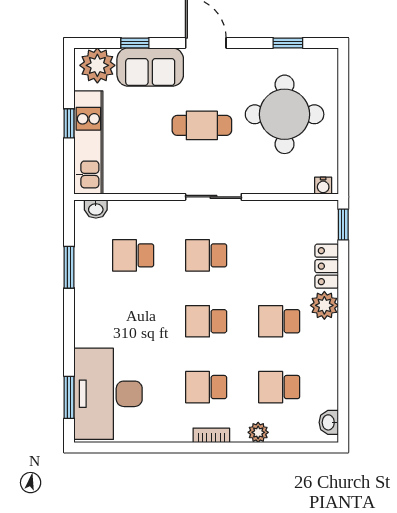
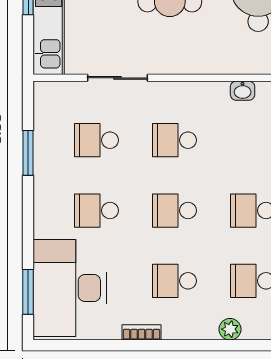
sliding door: (213, 197) -> (118, 78), moved
washbasin: (96, 209) -> (243, 91), moved
school desk: (133, 321) -> (96, 211), added
bookcase: (211, 435) -> (142, 332), moved

